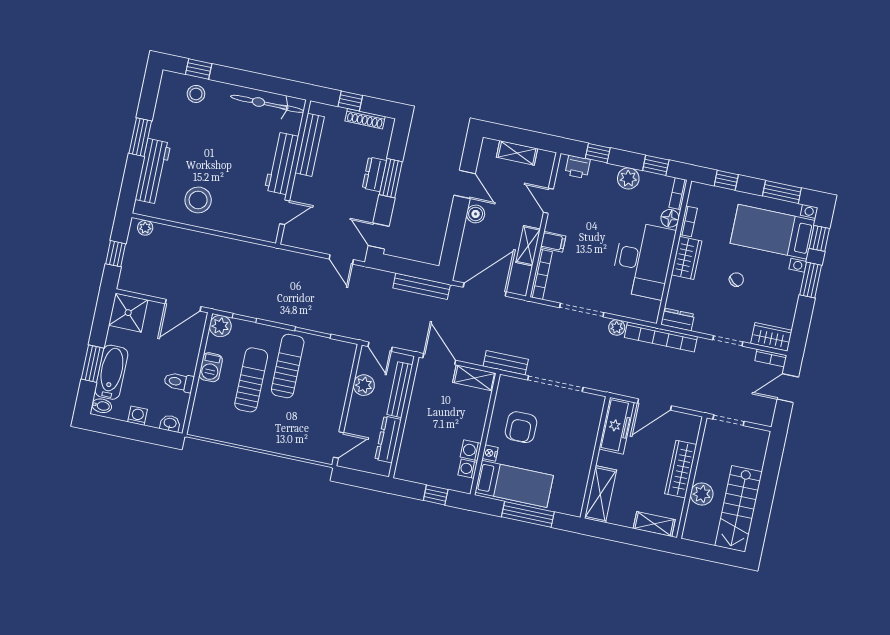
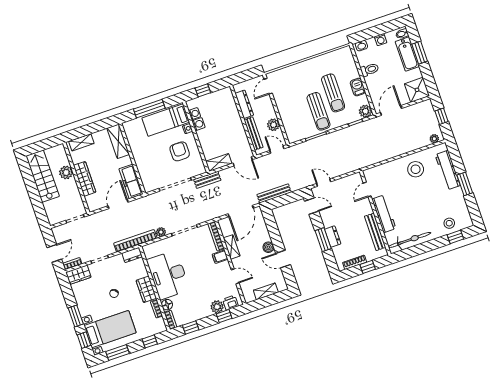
plant: (628, 178) -> (217, 307), moved

